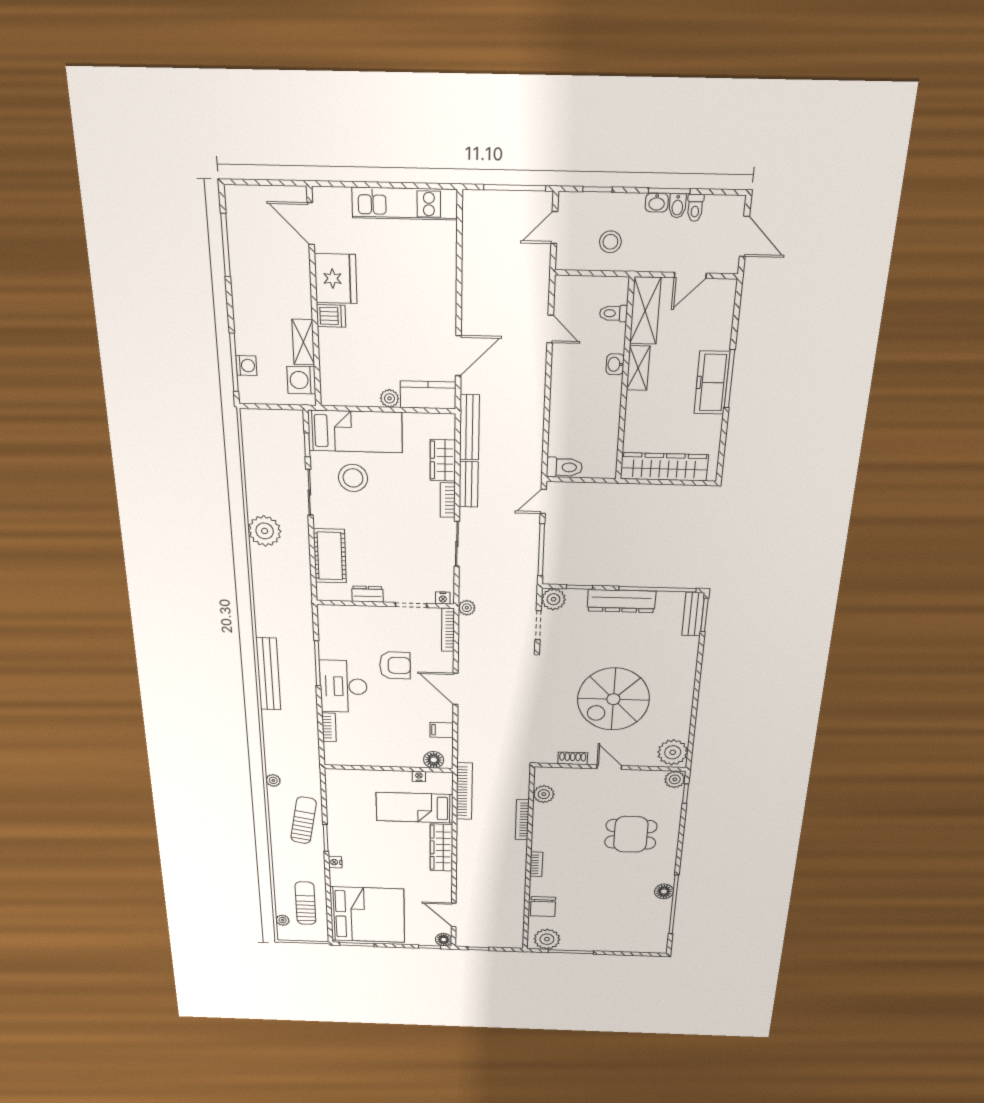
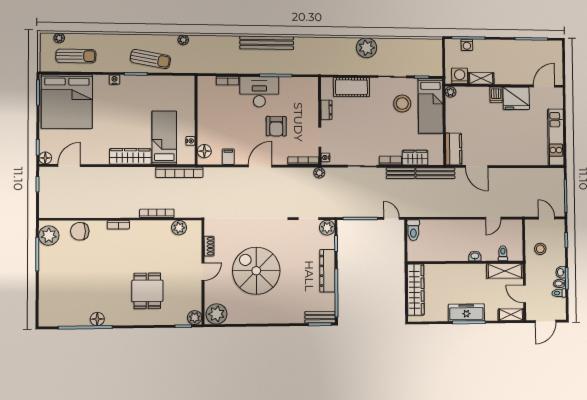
shelving: (638, 368) -> (511, 315), moved
plant: (389, 398) -> (451, 92), moved

